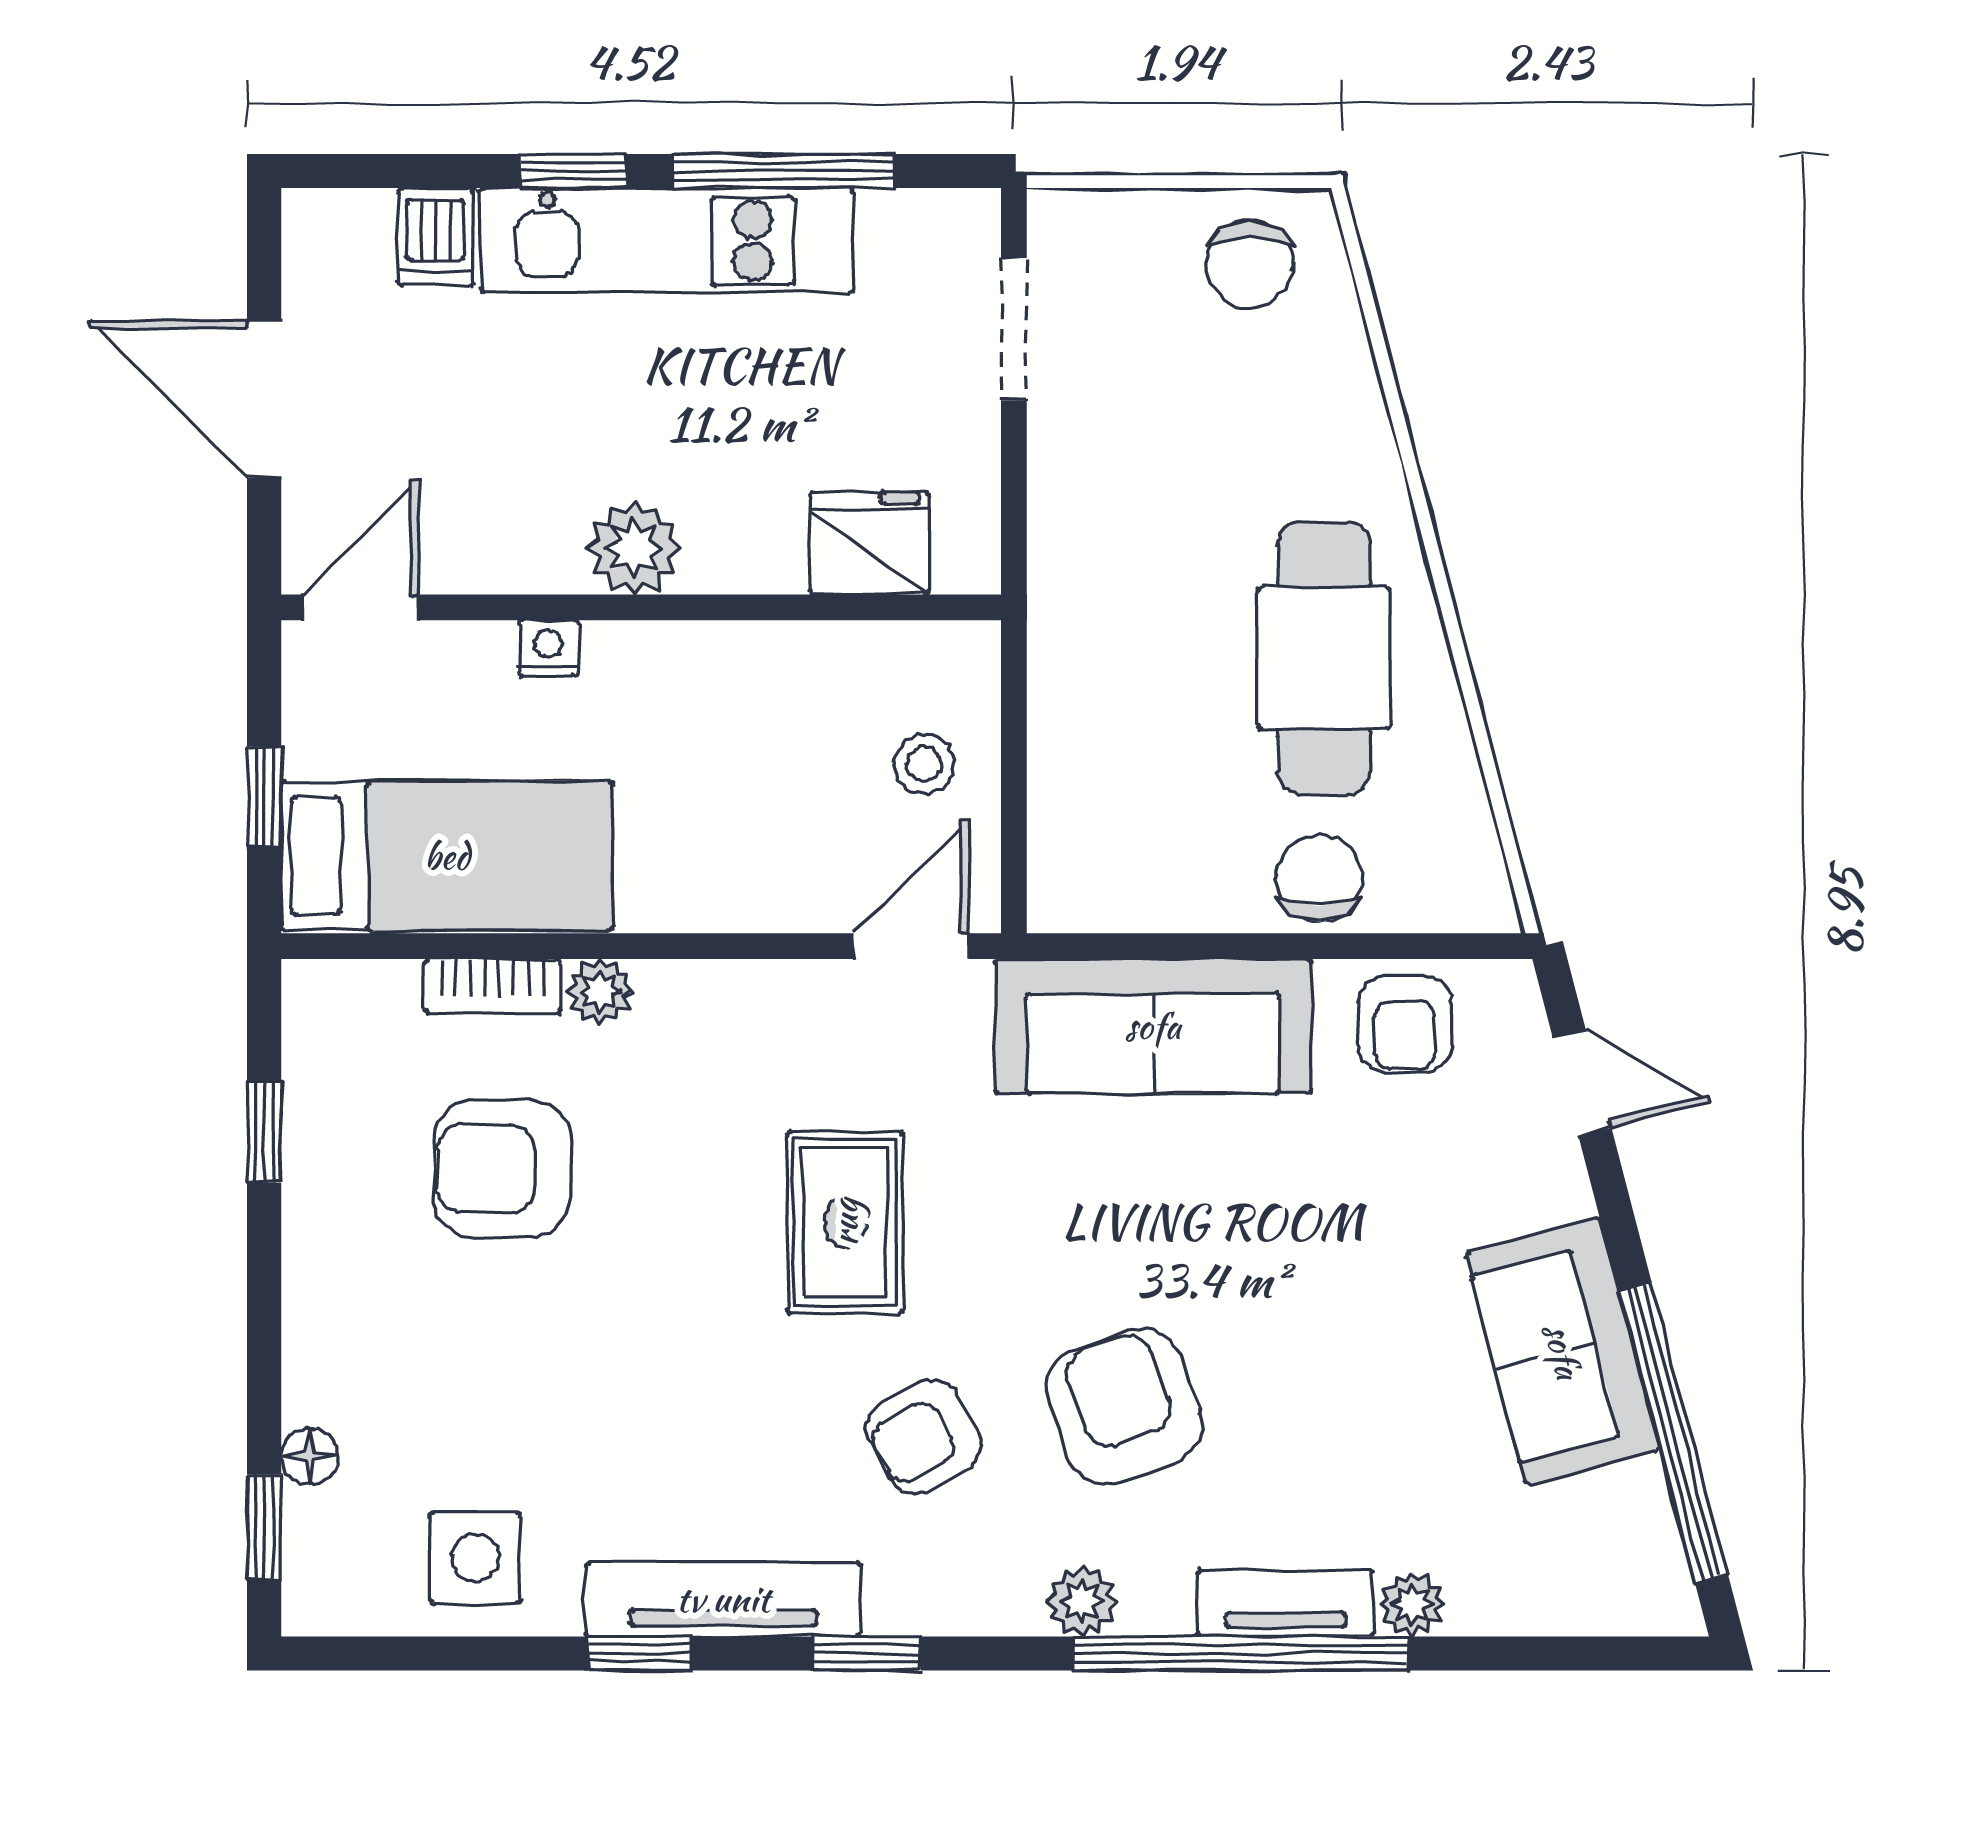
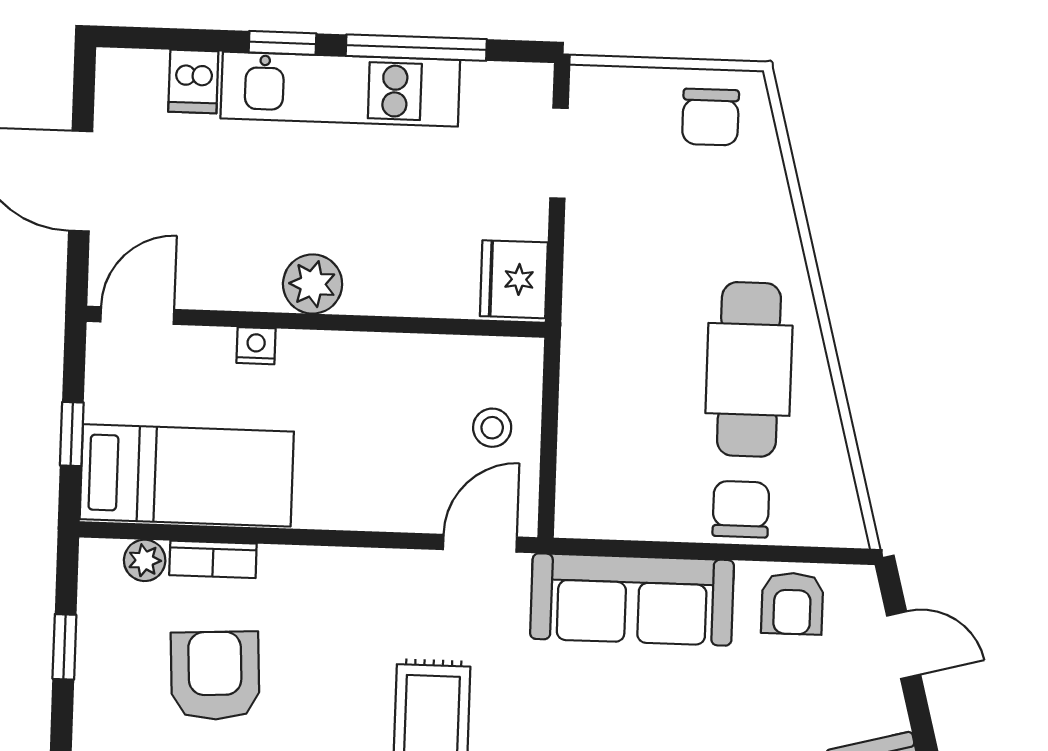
fridge: (869, 543) -> (514, 279), moved, turned -90
plant: (600, 991) -> (145, 560), moved
armchair: (502, 1169) -> (215, 676), turned 87

